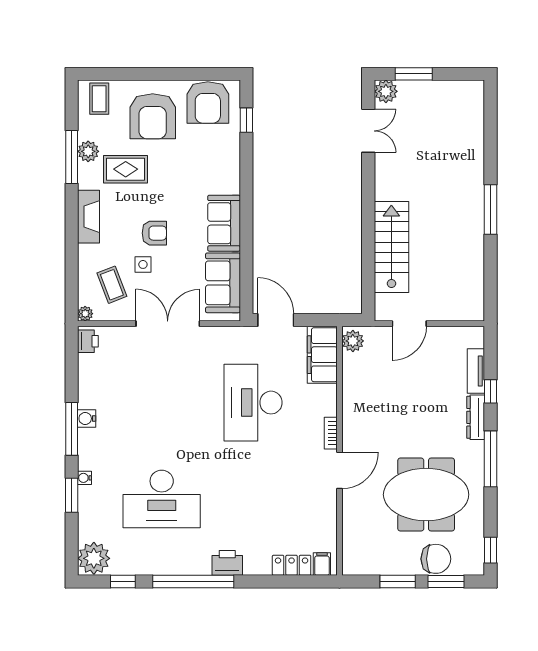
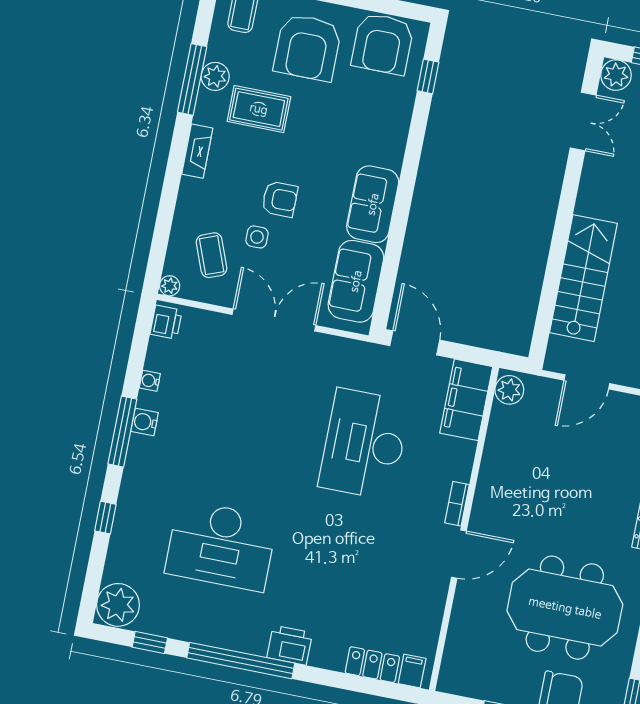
fireplace: (89, 217) -> (197, 151), width x0.73, depth x0.76
water cooler: (84, 478) -> (150, 381), moved
window: (72, 495) -> (105, 518), width x0.67

